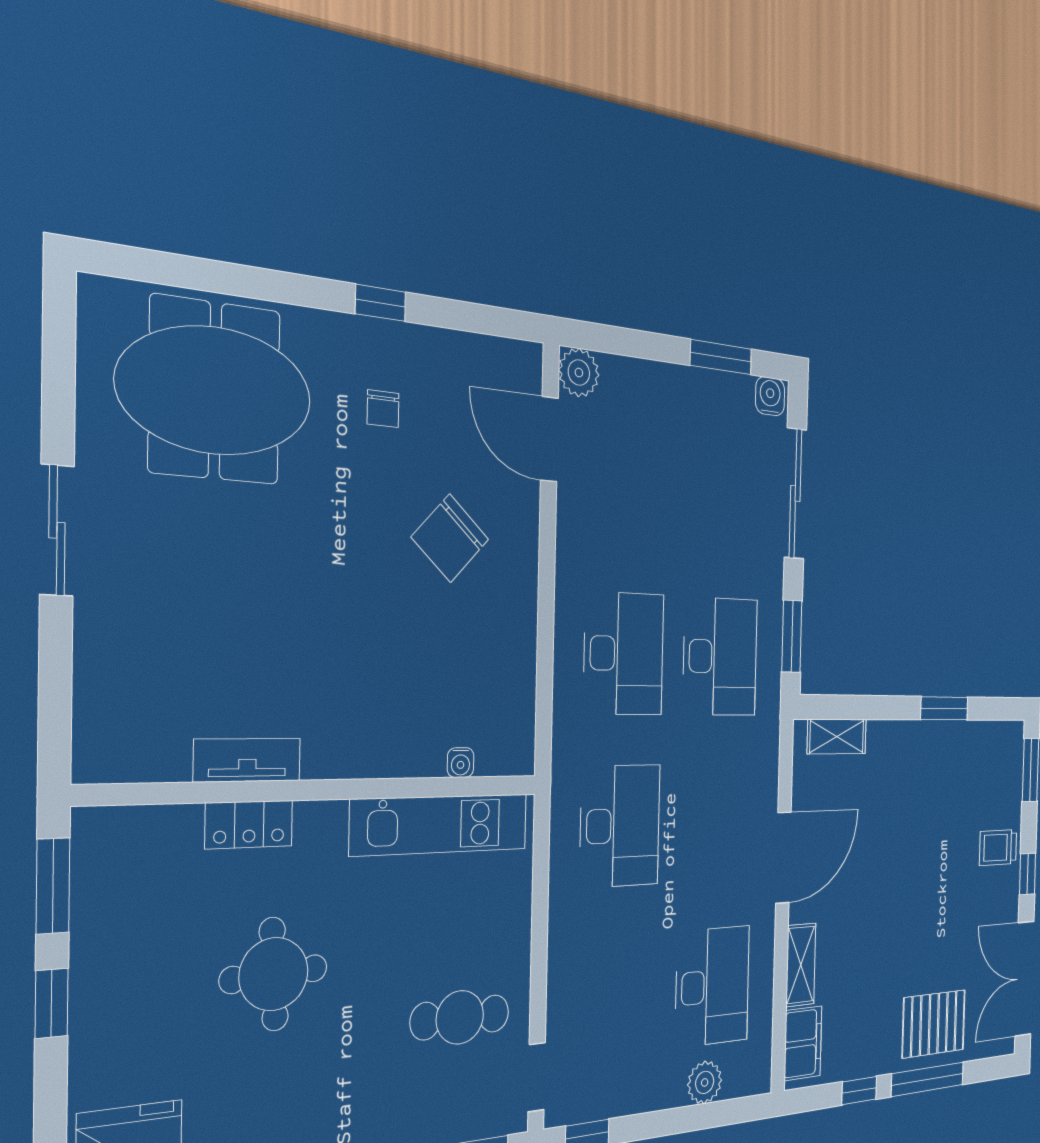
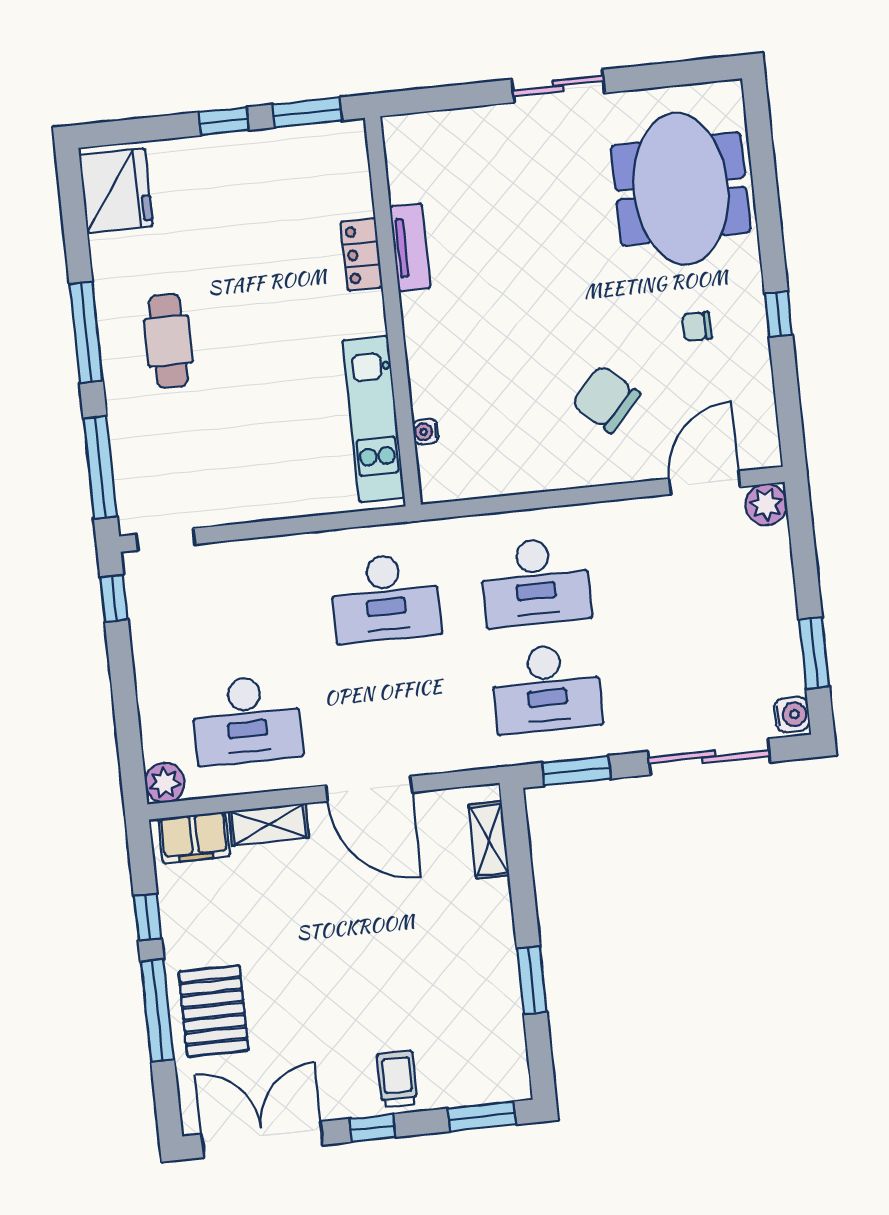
round table: (274, 974) -> (248, 288), removed
cafe table: (460, 1017) -> (168, 341), moved
plant: (705, 1082) -> (165, 783), moved

